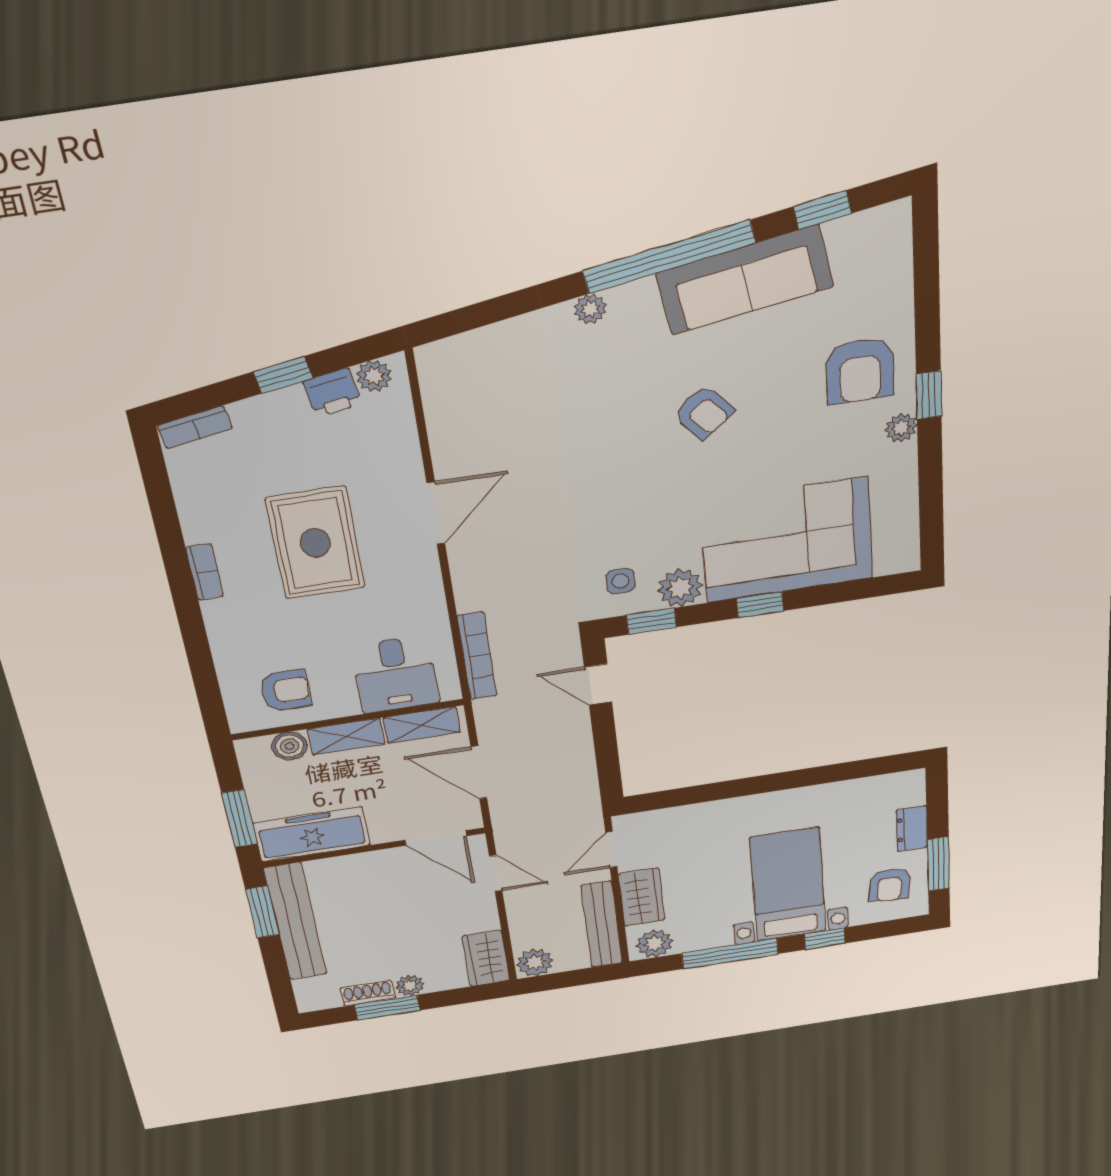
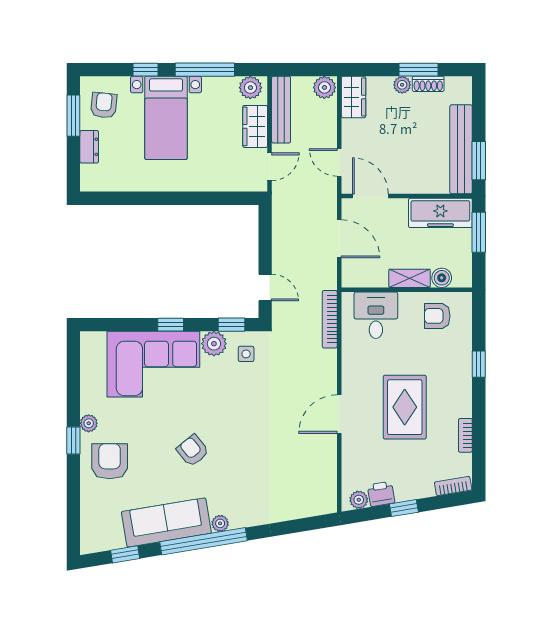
plant: (590, 309) -> (220, 523), moved
bookcase: (205, 572) -> (465, 435), moved
window: (193, 630) -> (479, 364), added
shelving: (422, 725) -> (367, 278), removed

